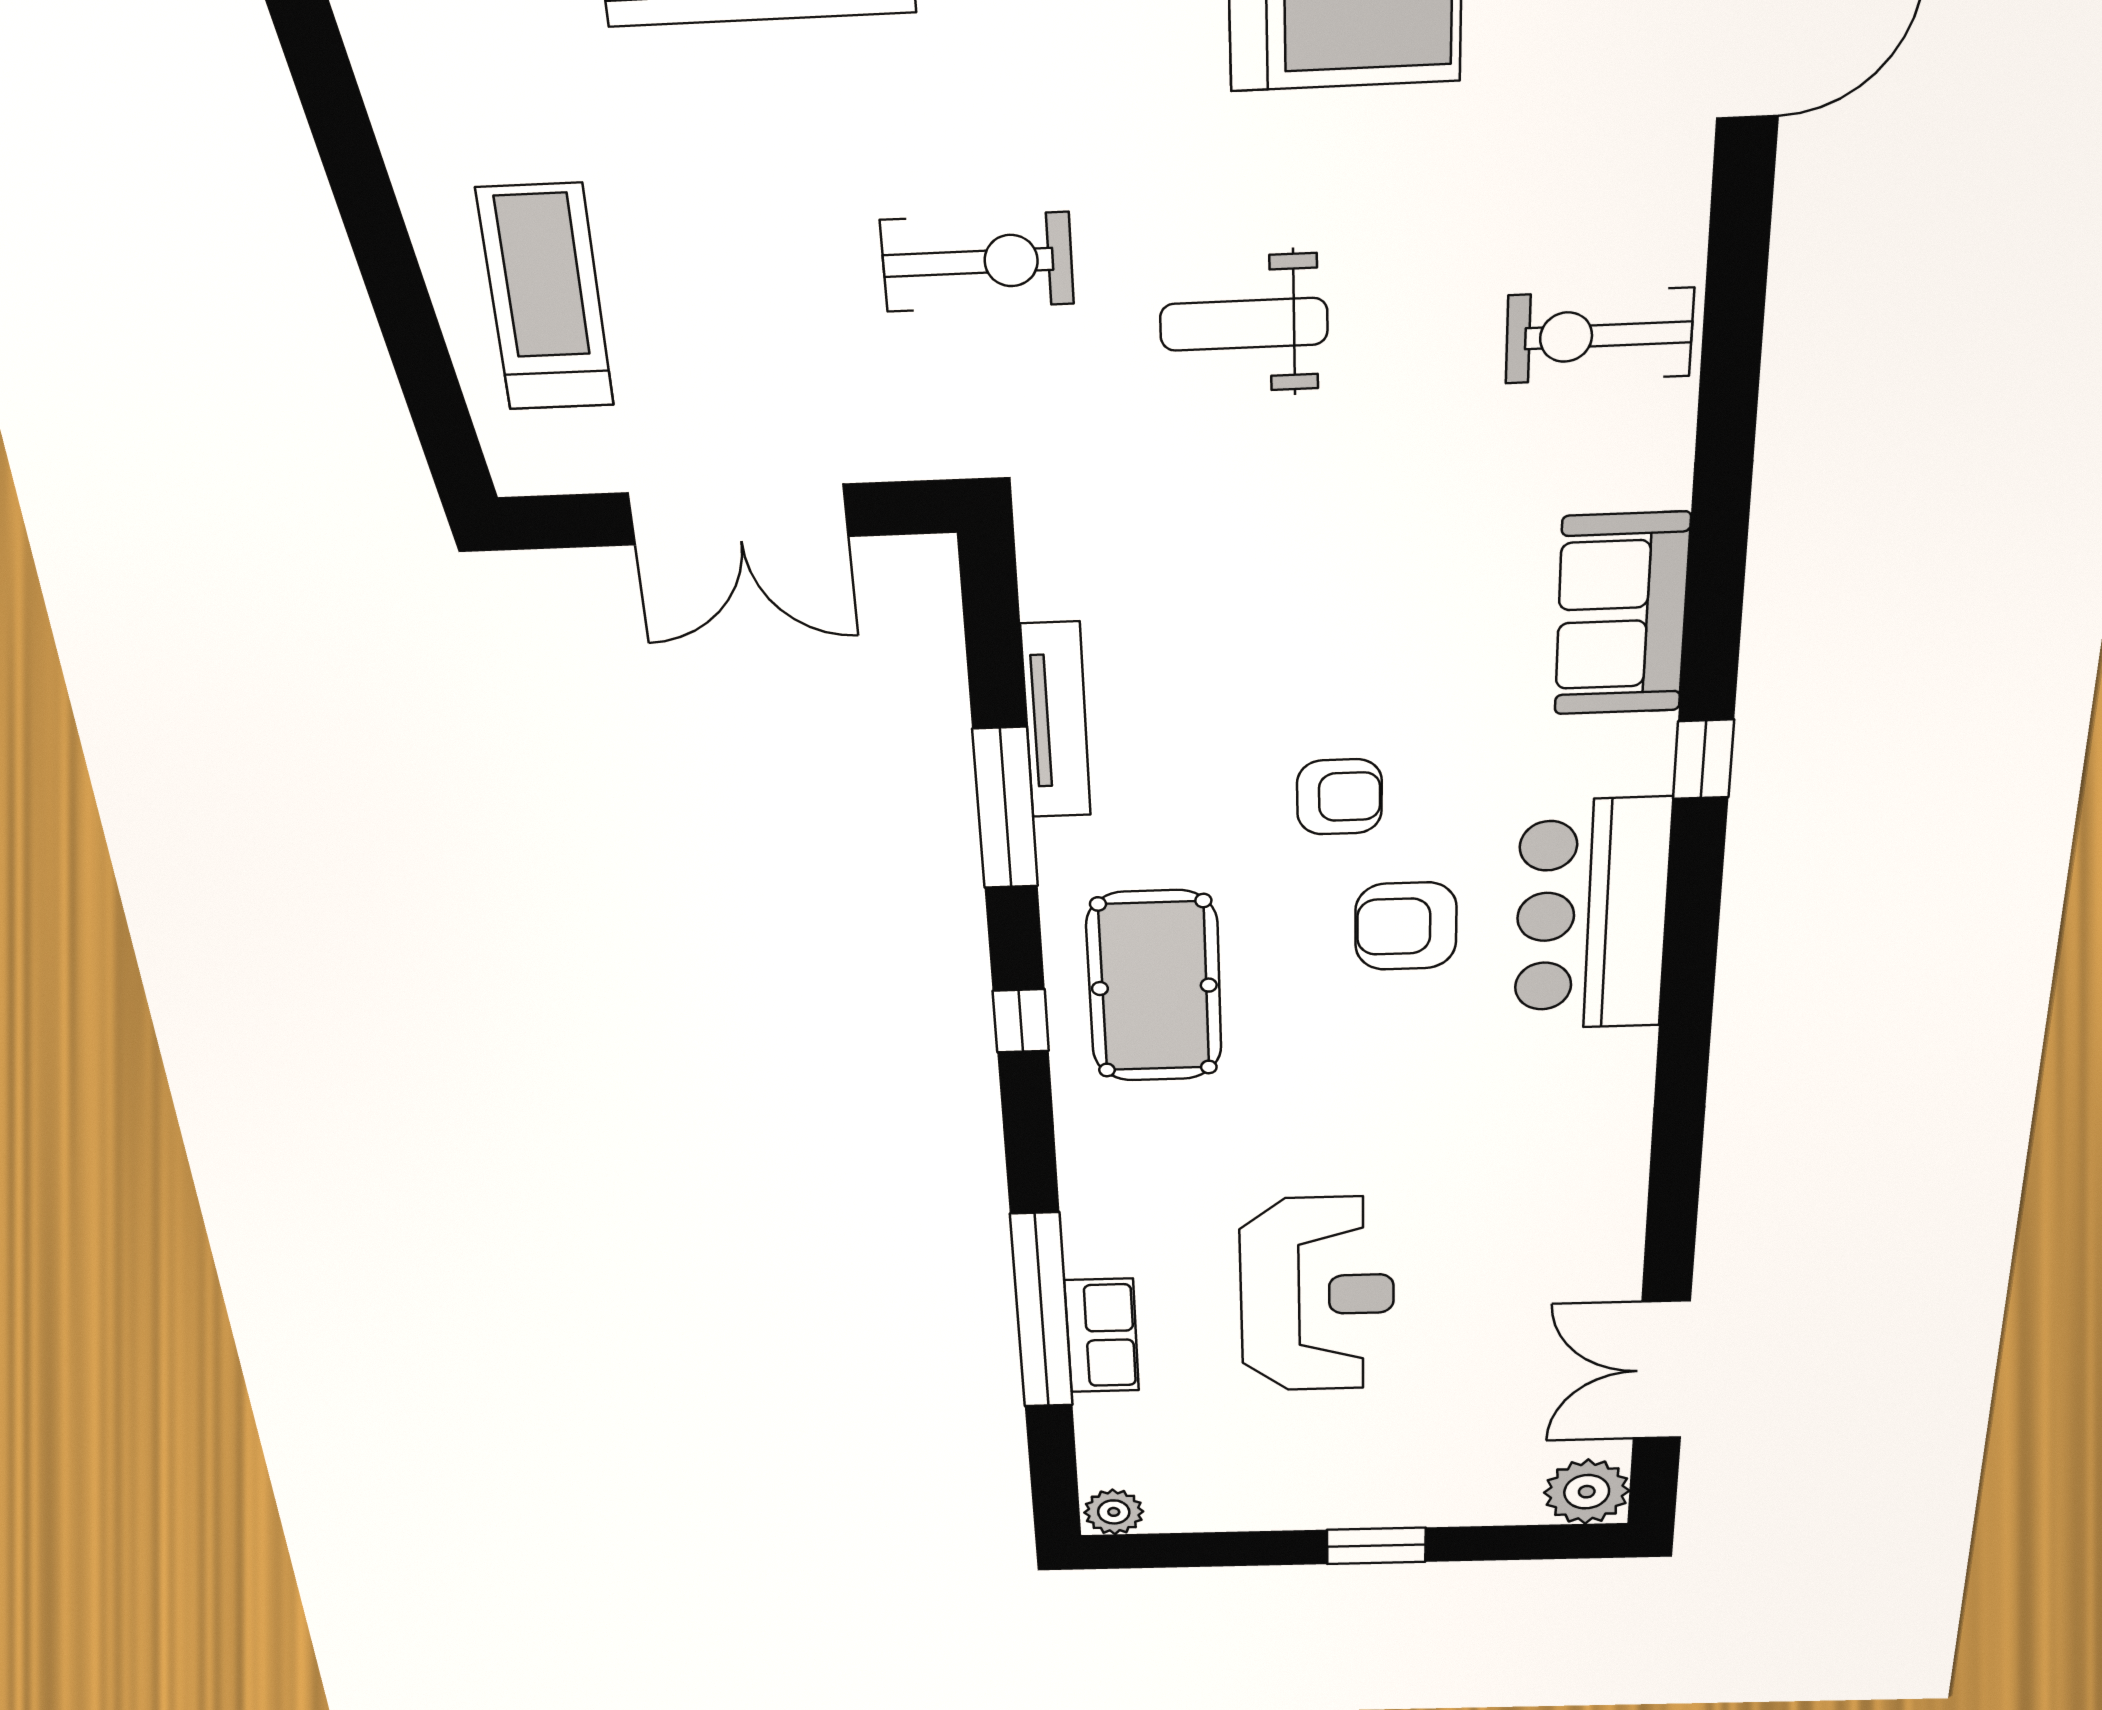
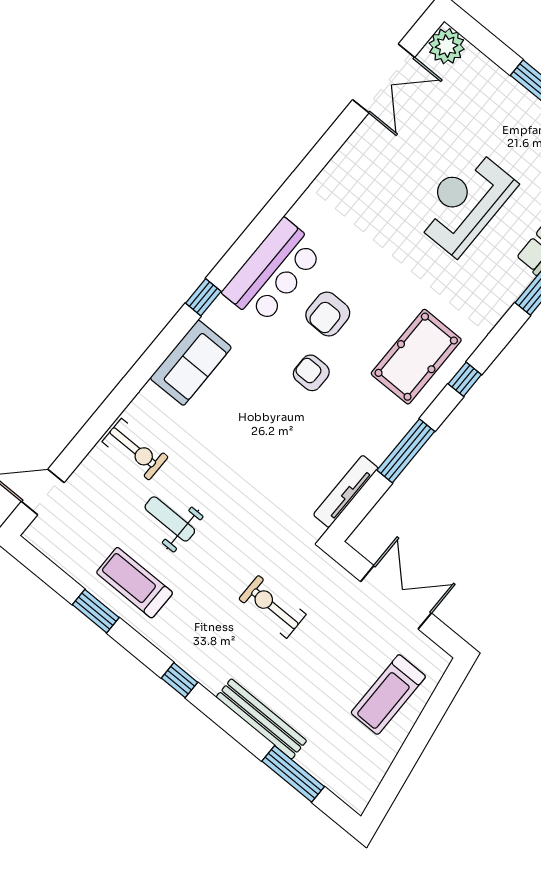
weight bench: (1244, 324) -> (170, 519), moved, turned 180
tv unit: (1056, 721) -> (346, 491), moved
armchair: (1406, 926) -> (328, 314), turned 90

